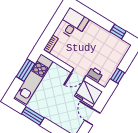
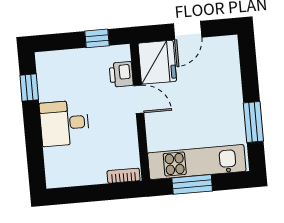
desk: (73, 24) -> (64, 123), moved

